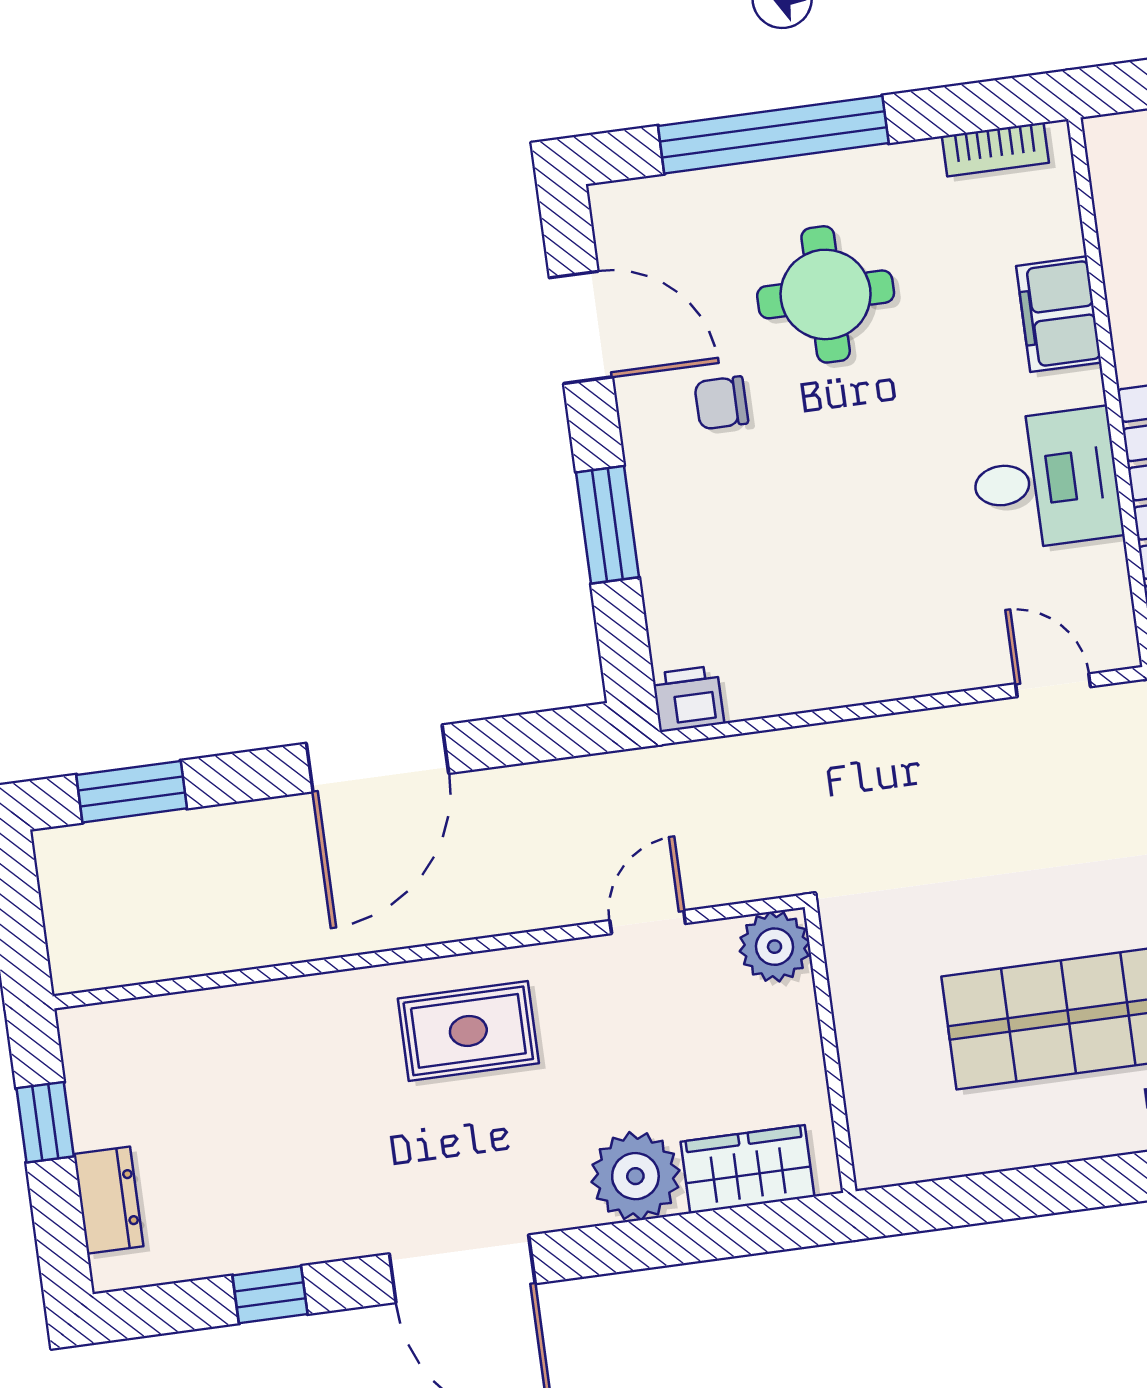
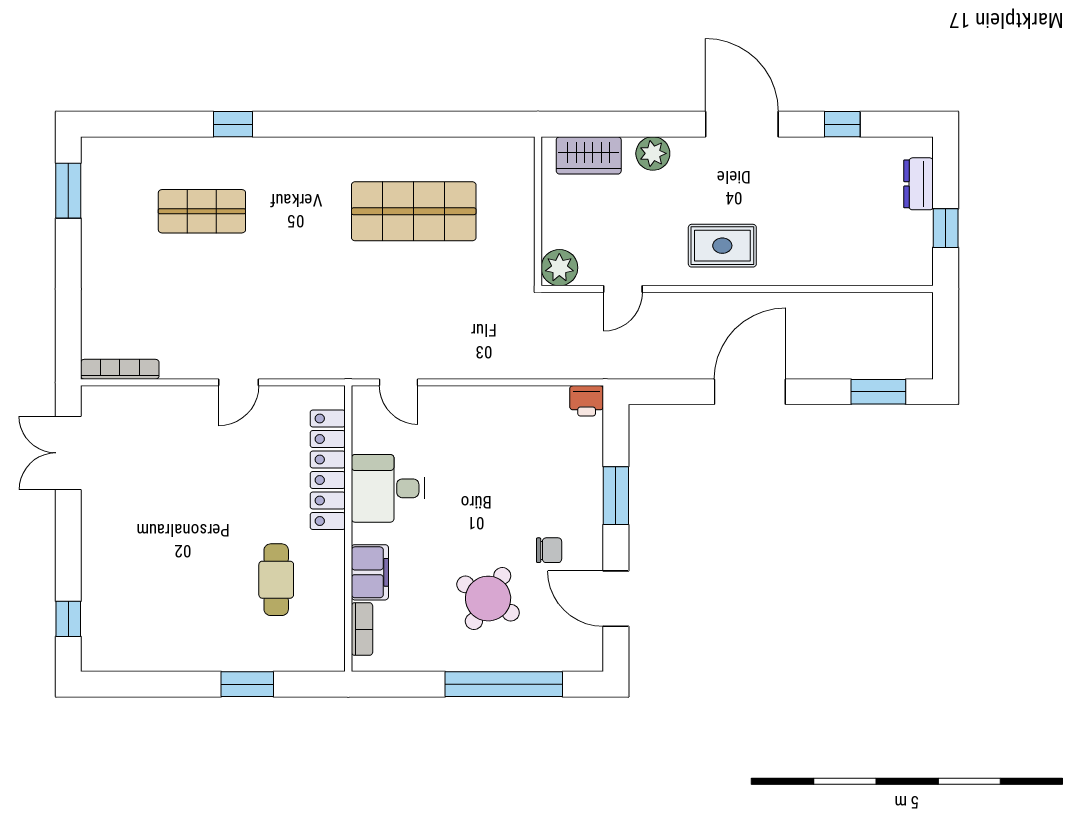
bookcase: (995, 149) -> (362, 629), moved, turned 90
round table: (826, 294) -> (488, 599), turned 32
plant: (635, 1176) -> (653, 153), width x0.73, depth x0.73

